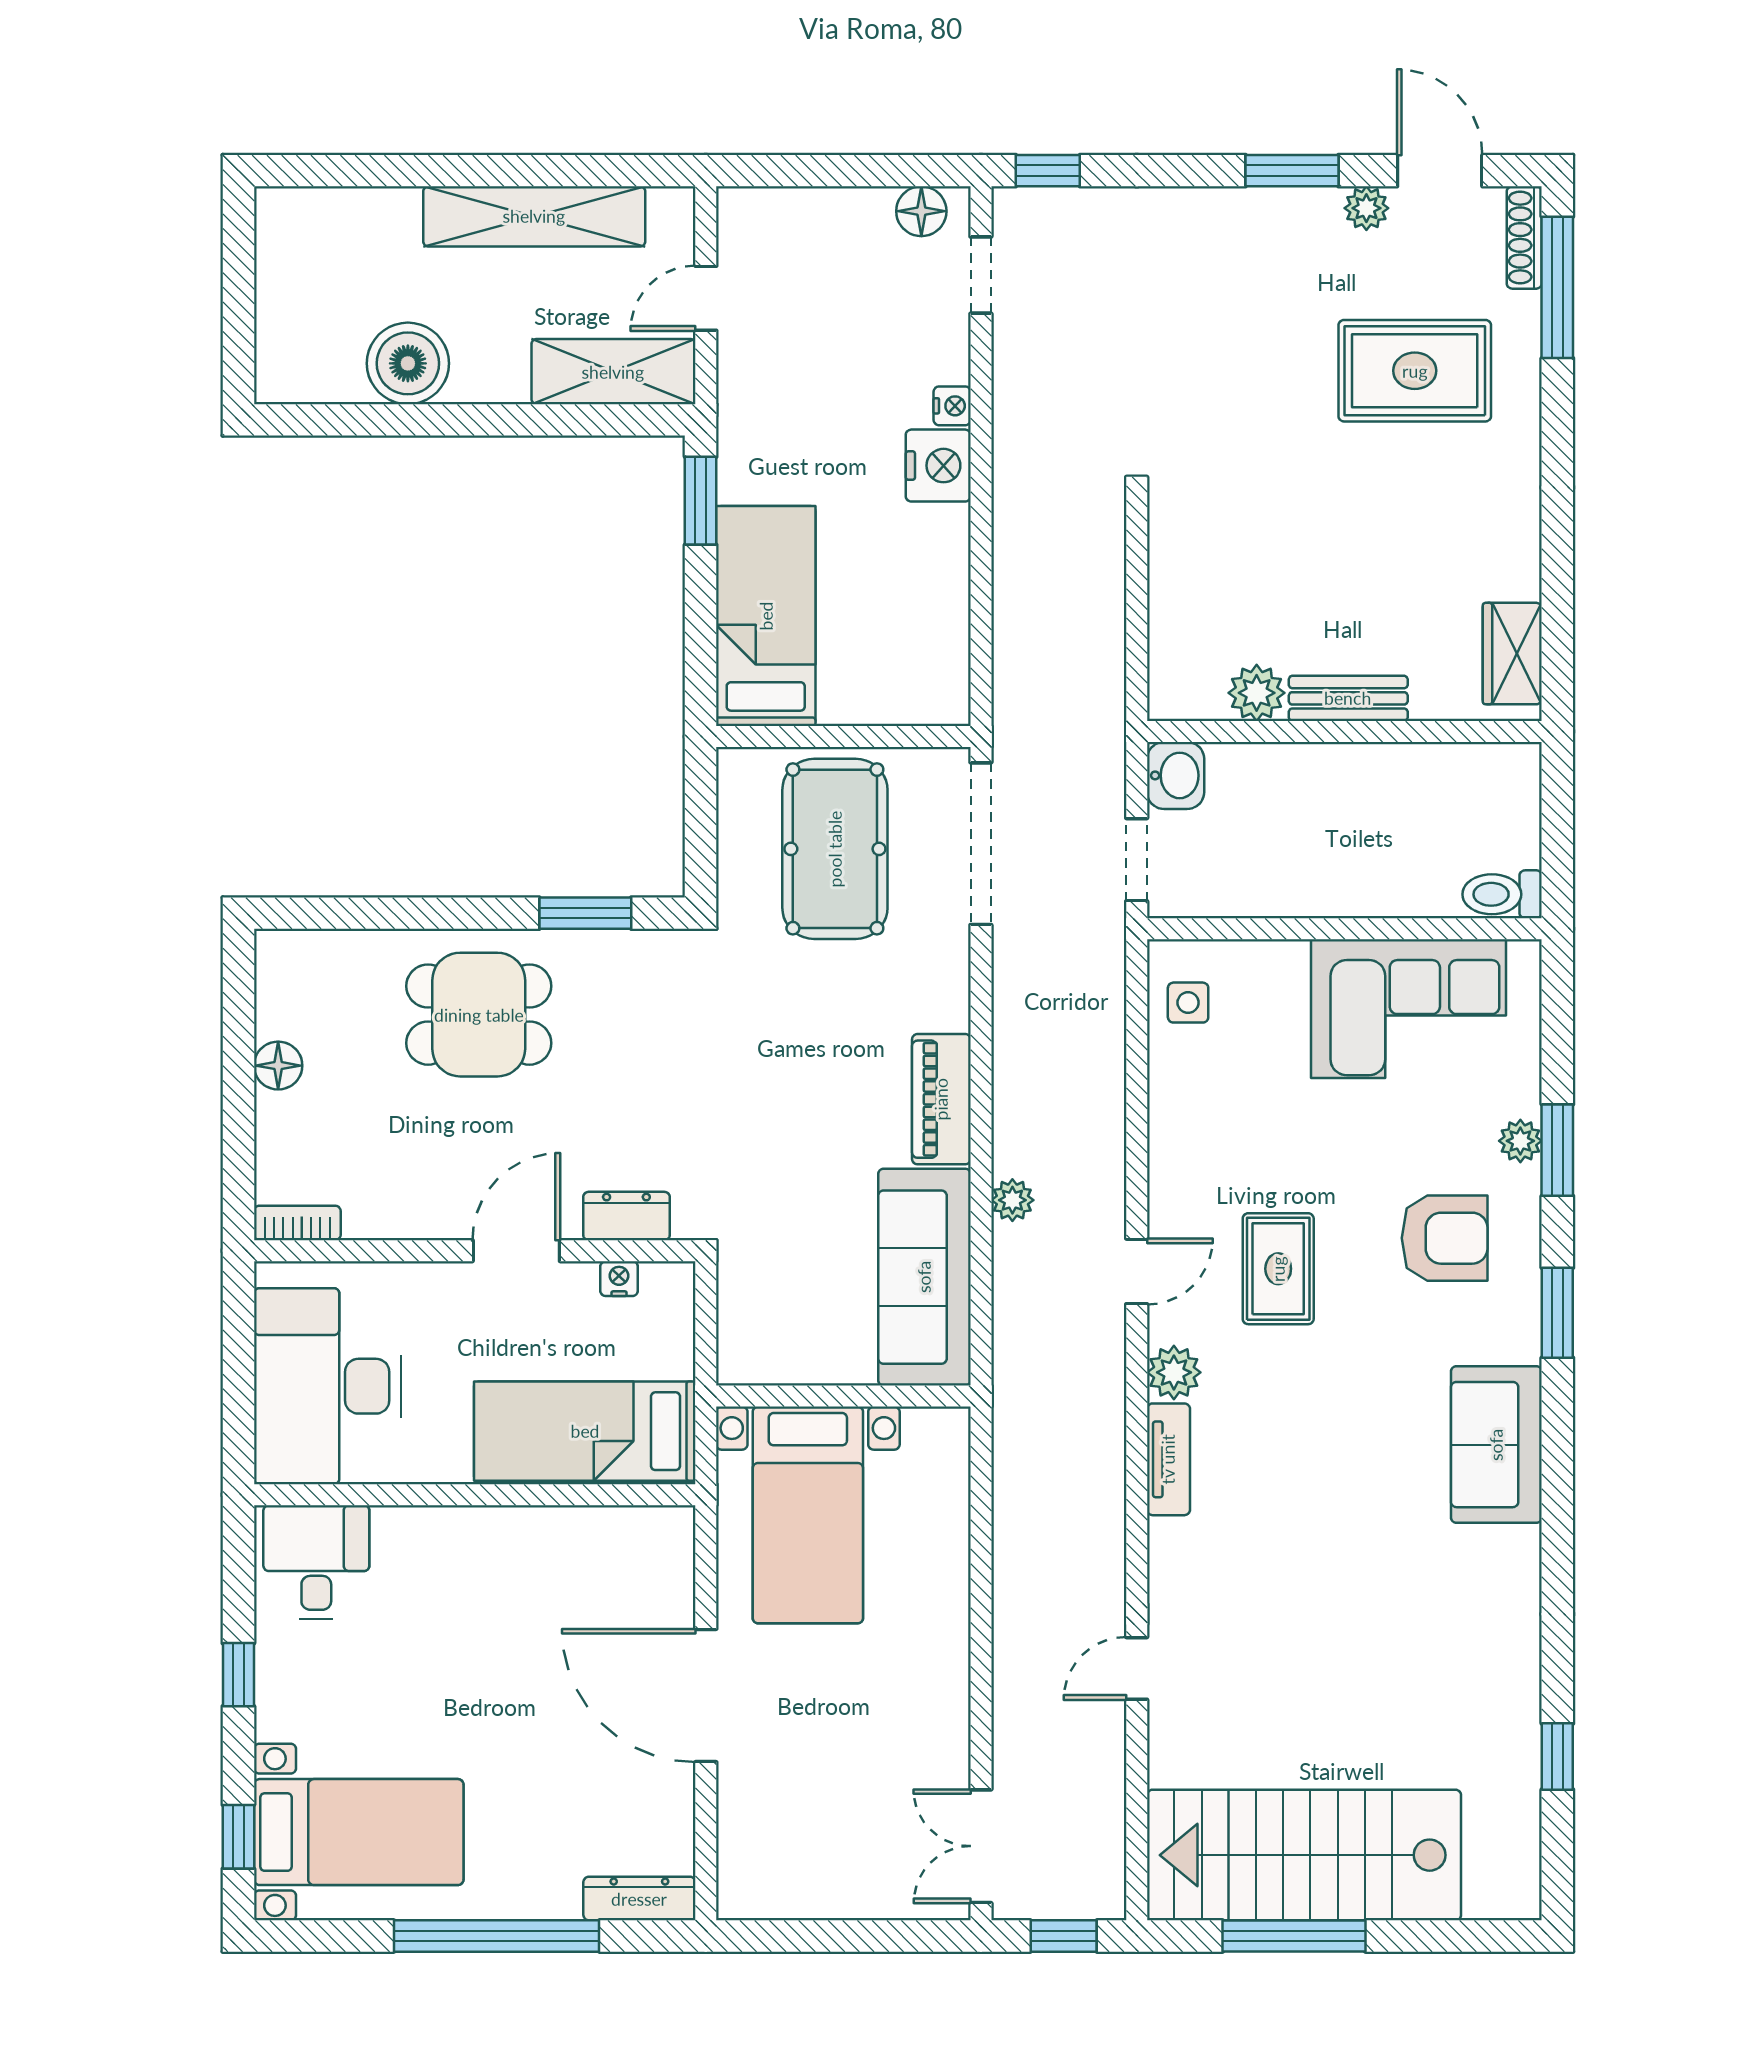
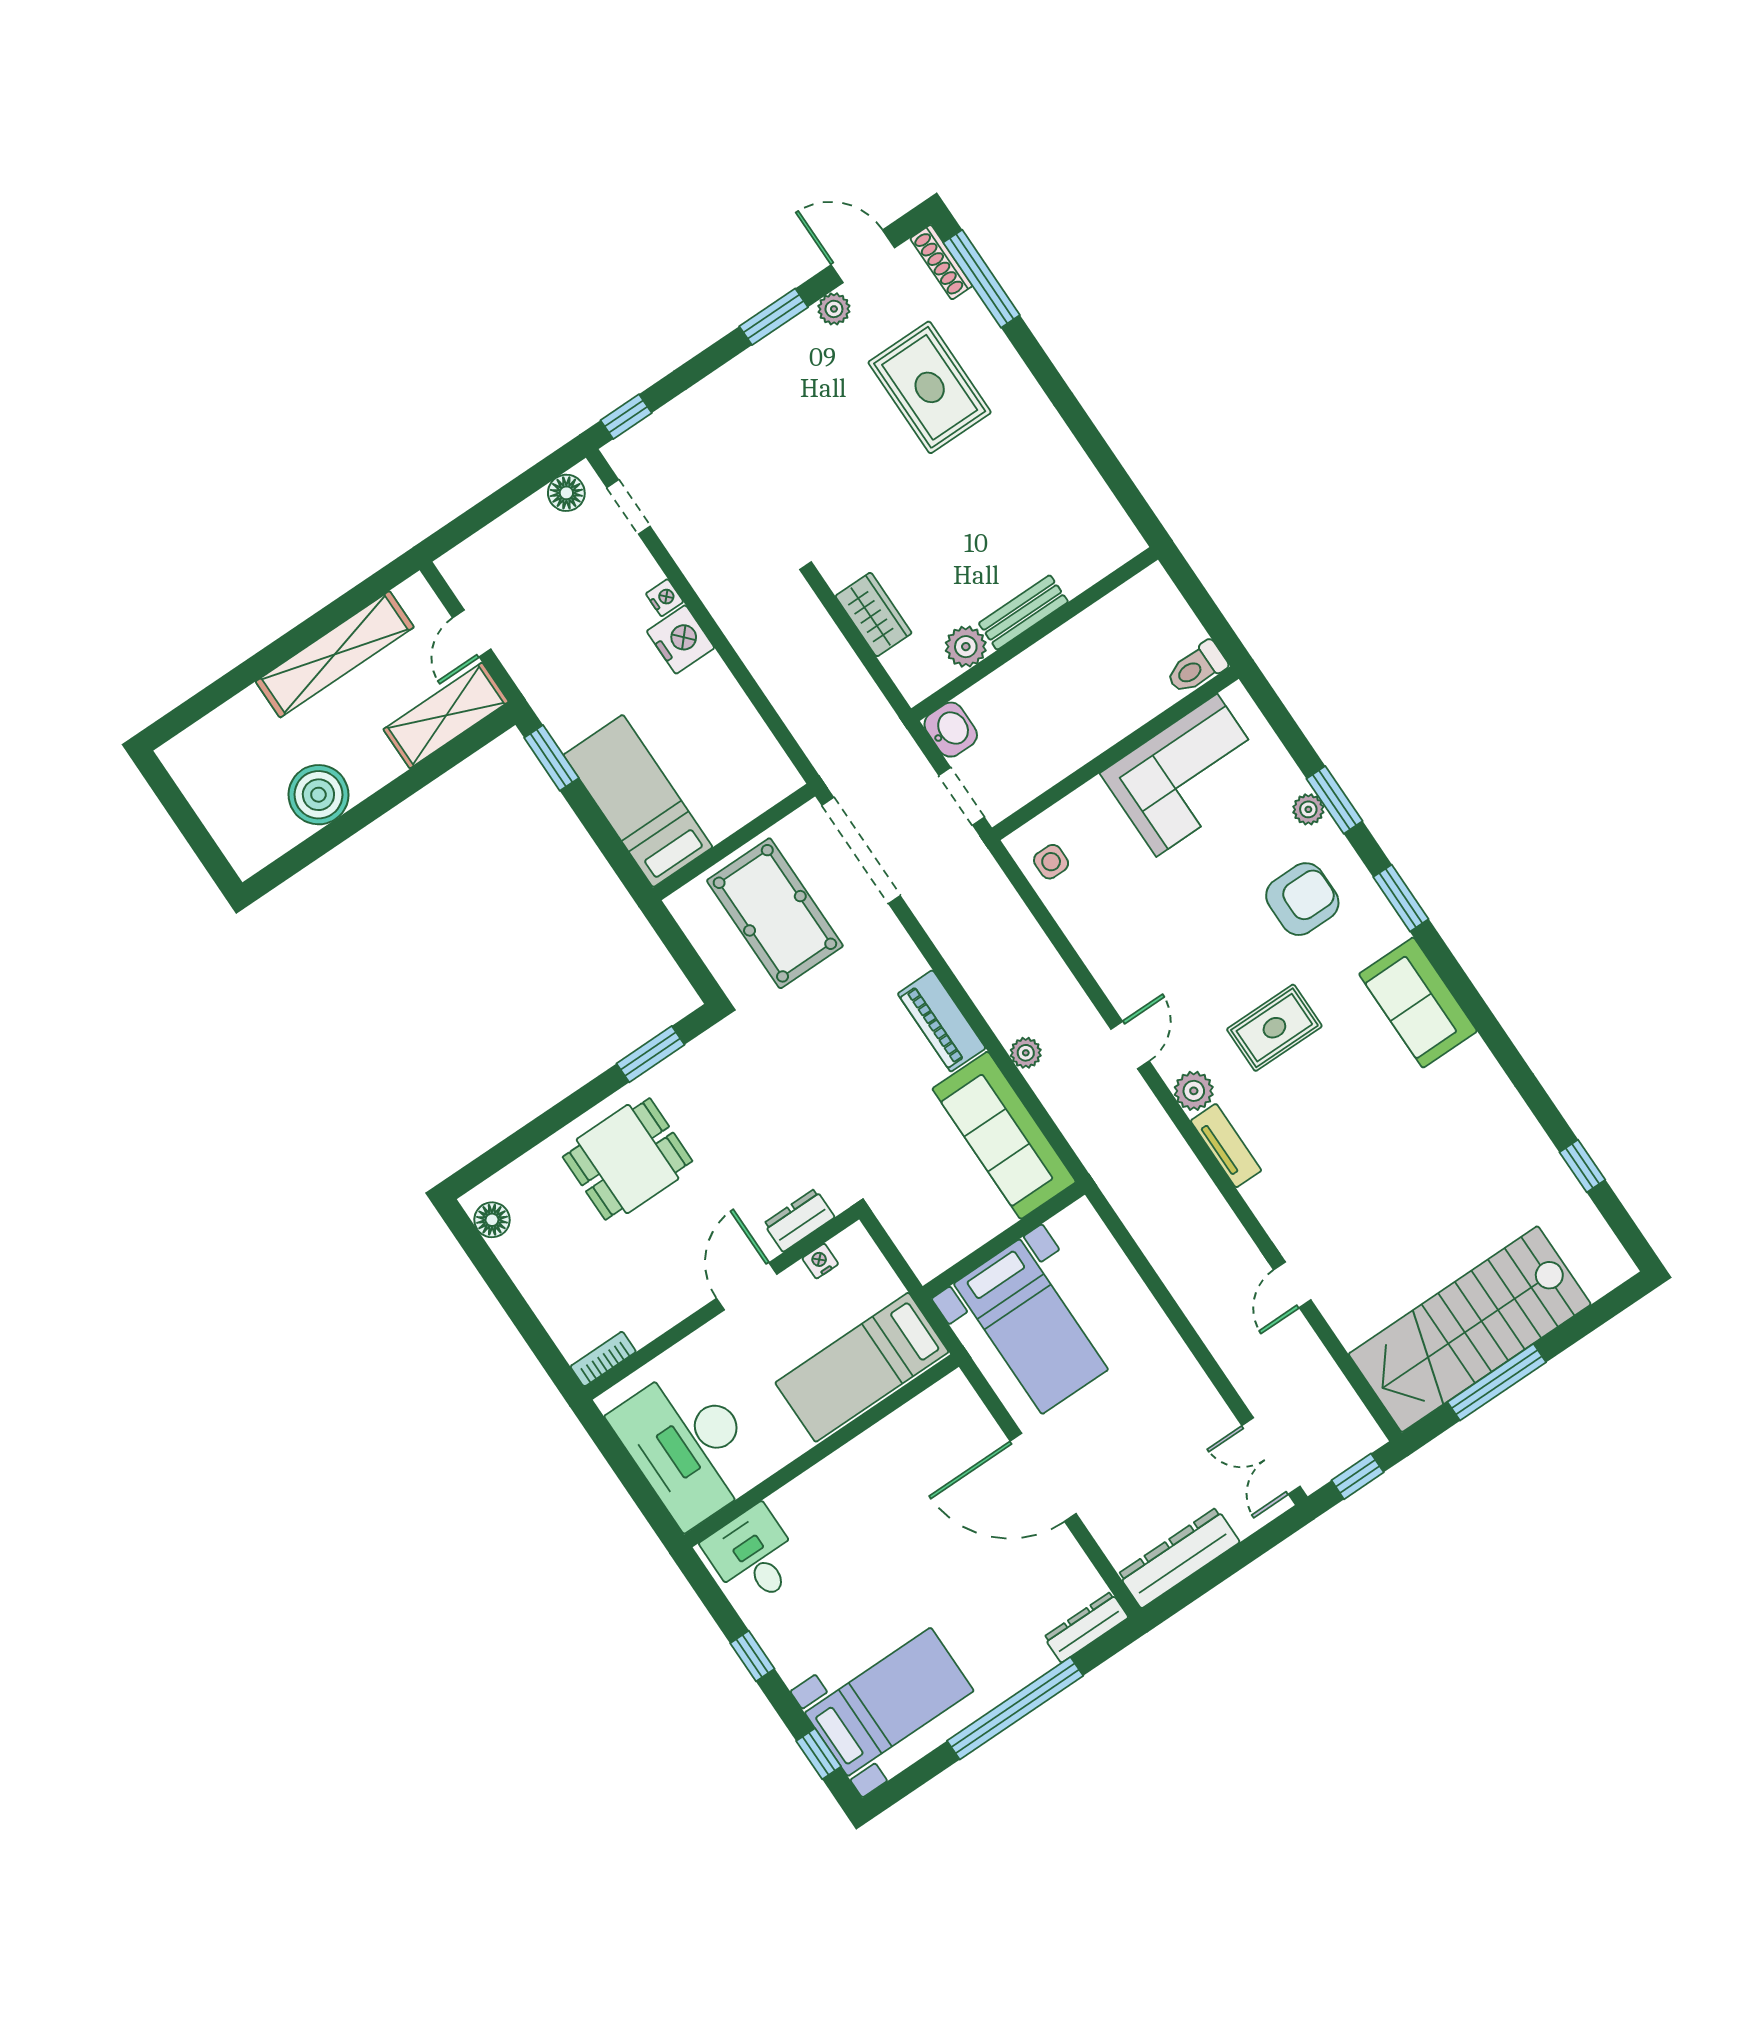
rug: (1415, 371) -> (930, 387), turned 90
wardrobe: (1512, 654) -> (874, 614), moved, turned 180
floor lamp: (278, 1066) -> (492, 1220), moved
rug: (1278, 1269) -> (1274, 1028), moved, turned 90
dresser: (798, 1891) -> (1179, 1558), added

